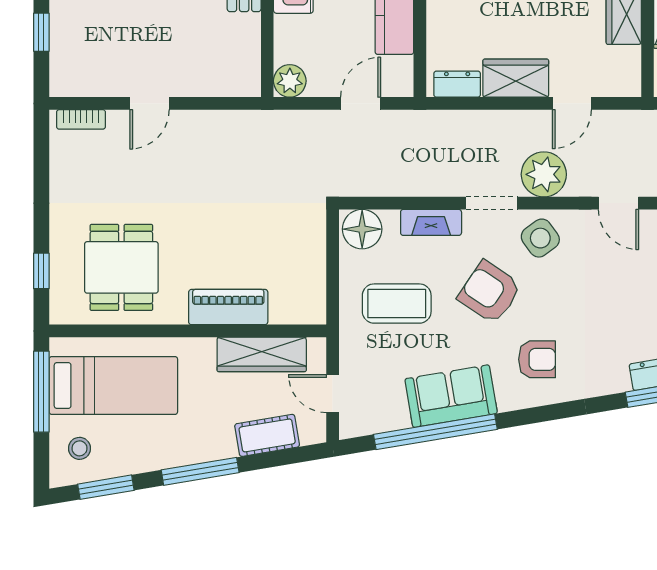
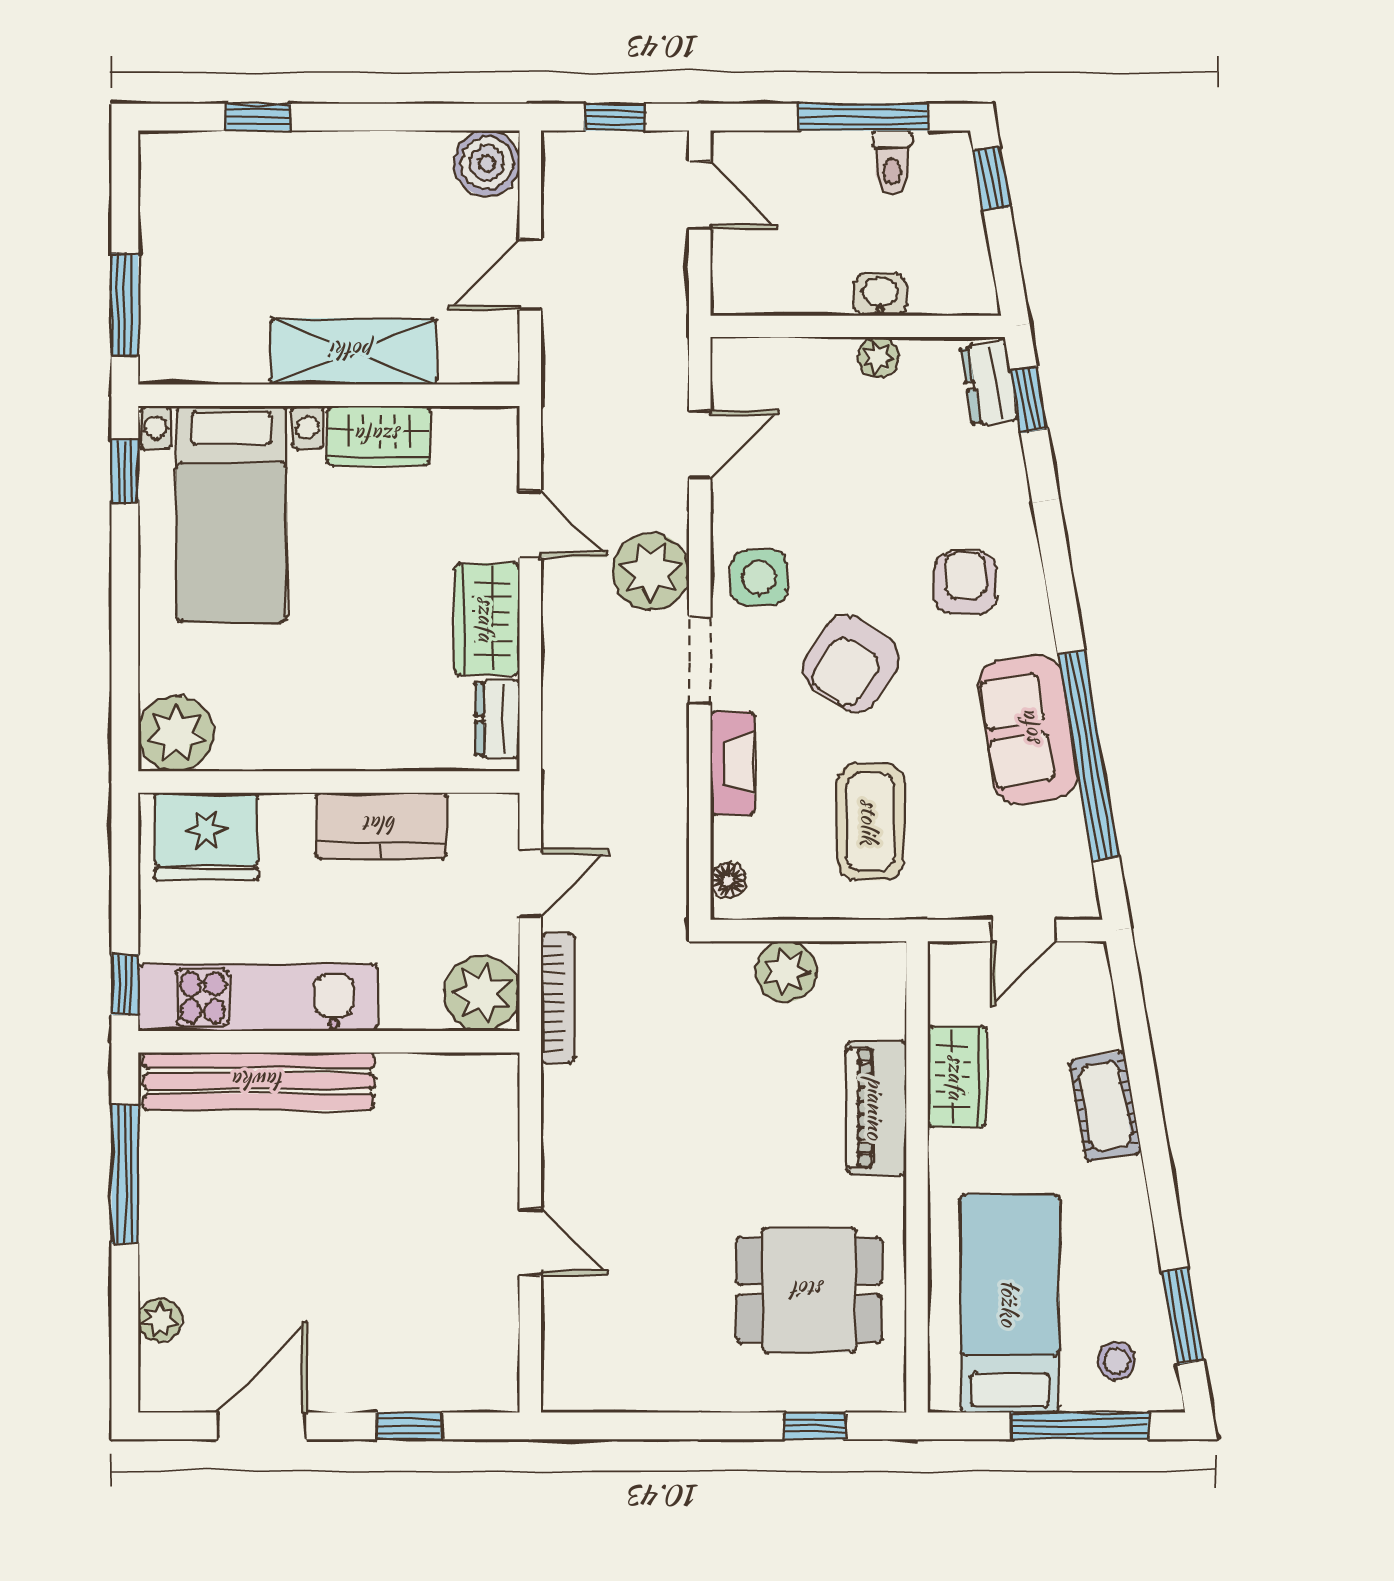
plant: (290, 81) -> (482, 993), width x1.36, depth x1.36
door: (361, 103) -> (530, 883), swing flipped
bookcase: (81, 119) -> (557, 998), moved, width x1.56
floor lamp: (362, 229) -> (728, 881), width x0.53, depth x0.53
side table: (540, 238) -> (759, 577), turned 36
plant: (309, 254) -> (786, 971), added
wardrobe: (262, 354) -> (957, 1077), width x0.67
window: (41, 392) -> (1080, 1426), moved
cot: (267, 435) -> (1105, 1106), moved
window: (200, 471) -> (1156, 1156), removed

